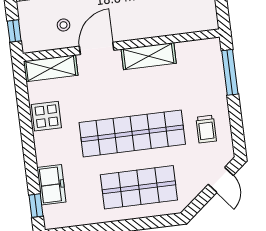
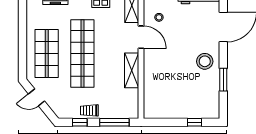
window: (236, 125) -> (80, 122), added
trolley: (206, 129) -> (89, 110), moved
door: (221, 180) -> (37, 97), moved

